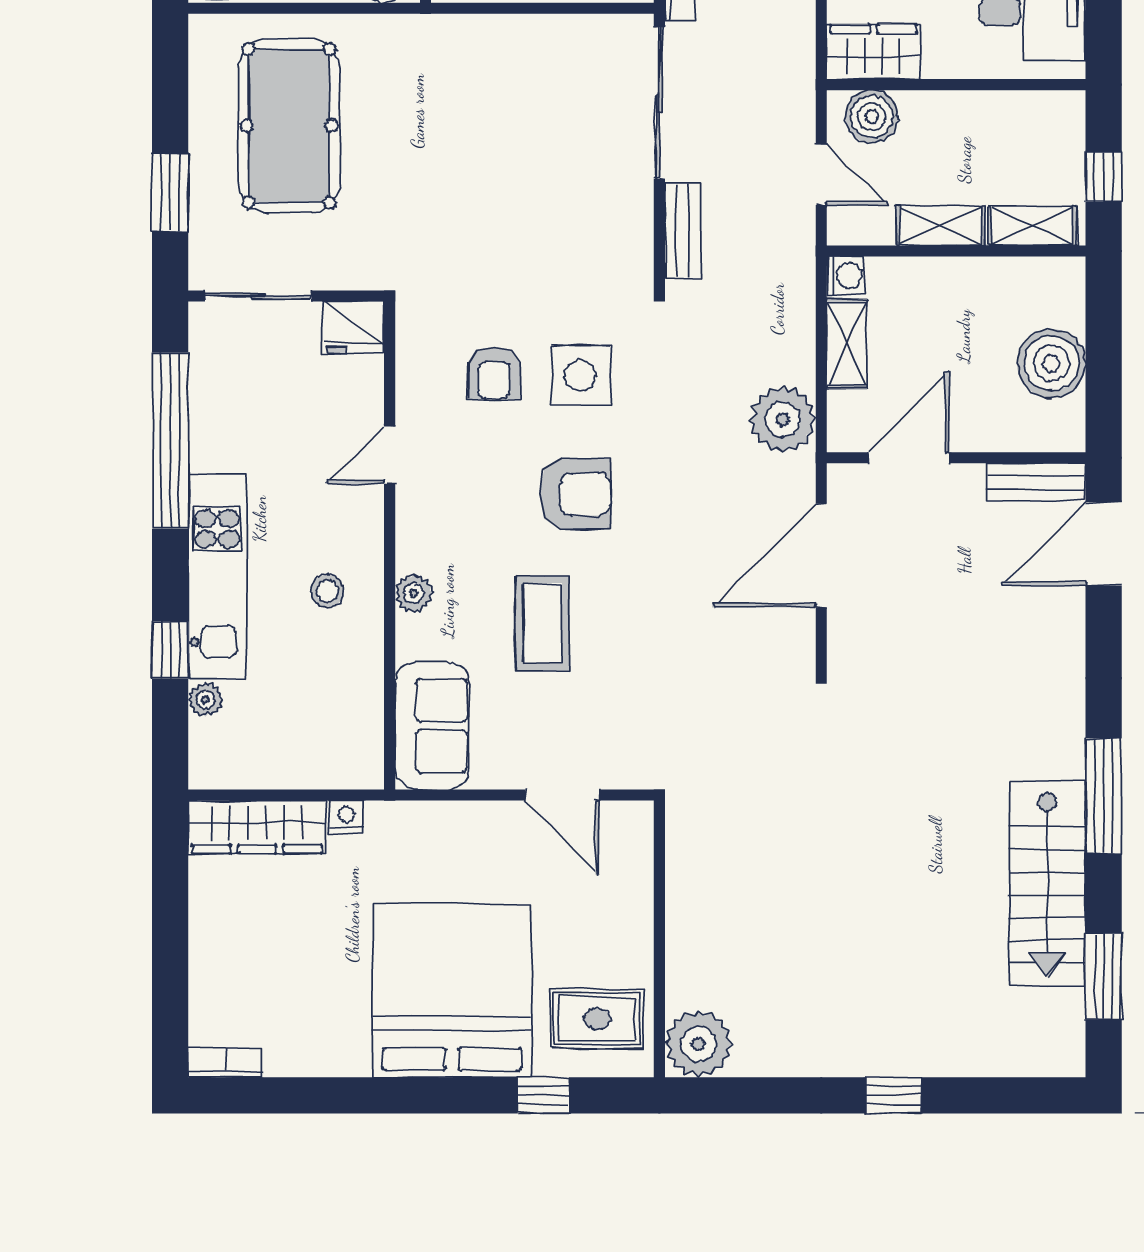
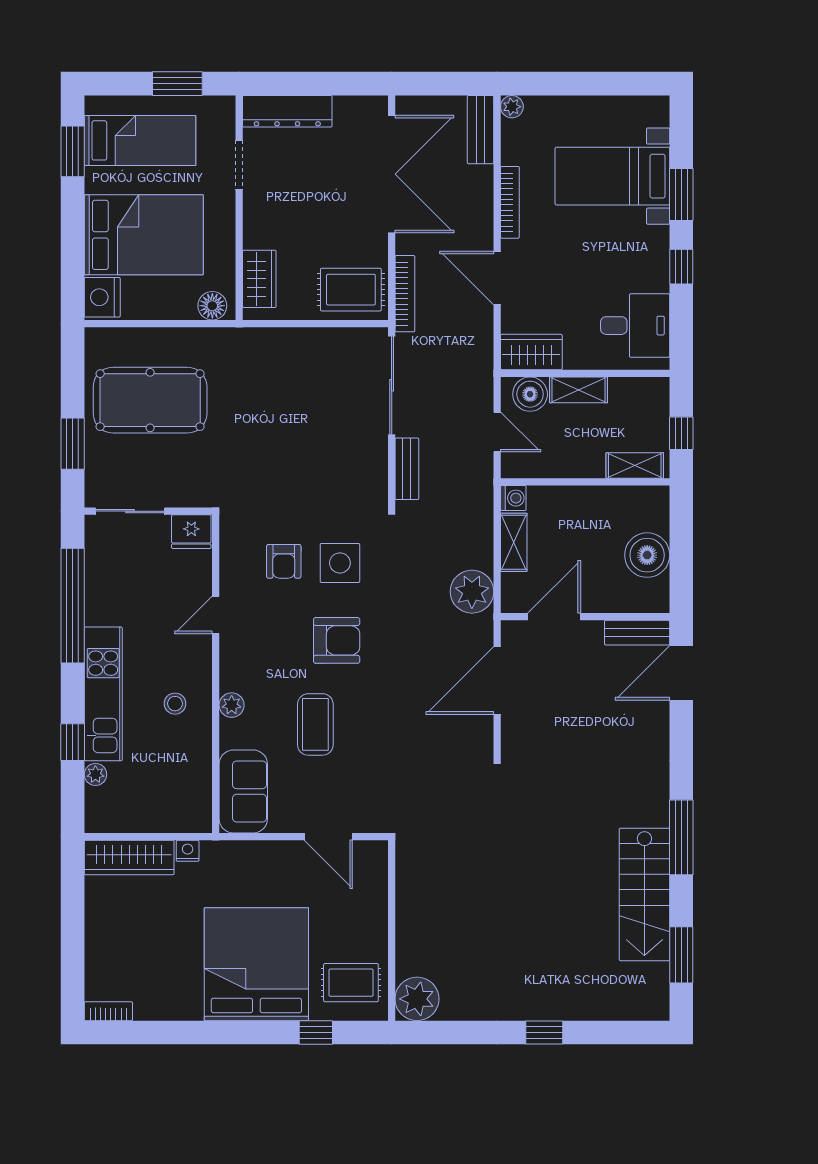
pool table: (289, 126) -> (150, 400), turned 90
shelving: (940, 226) -> (579, 390), moved

